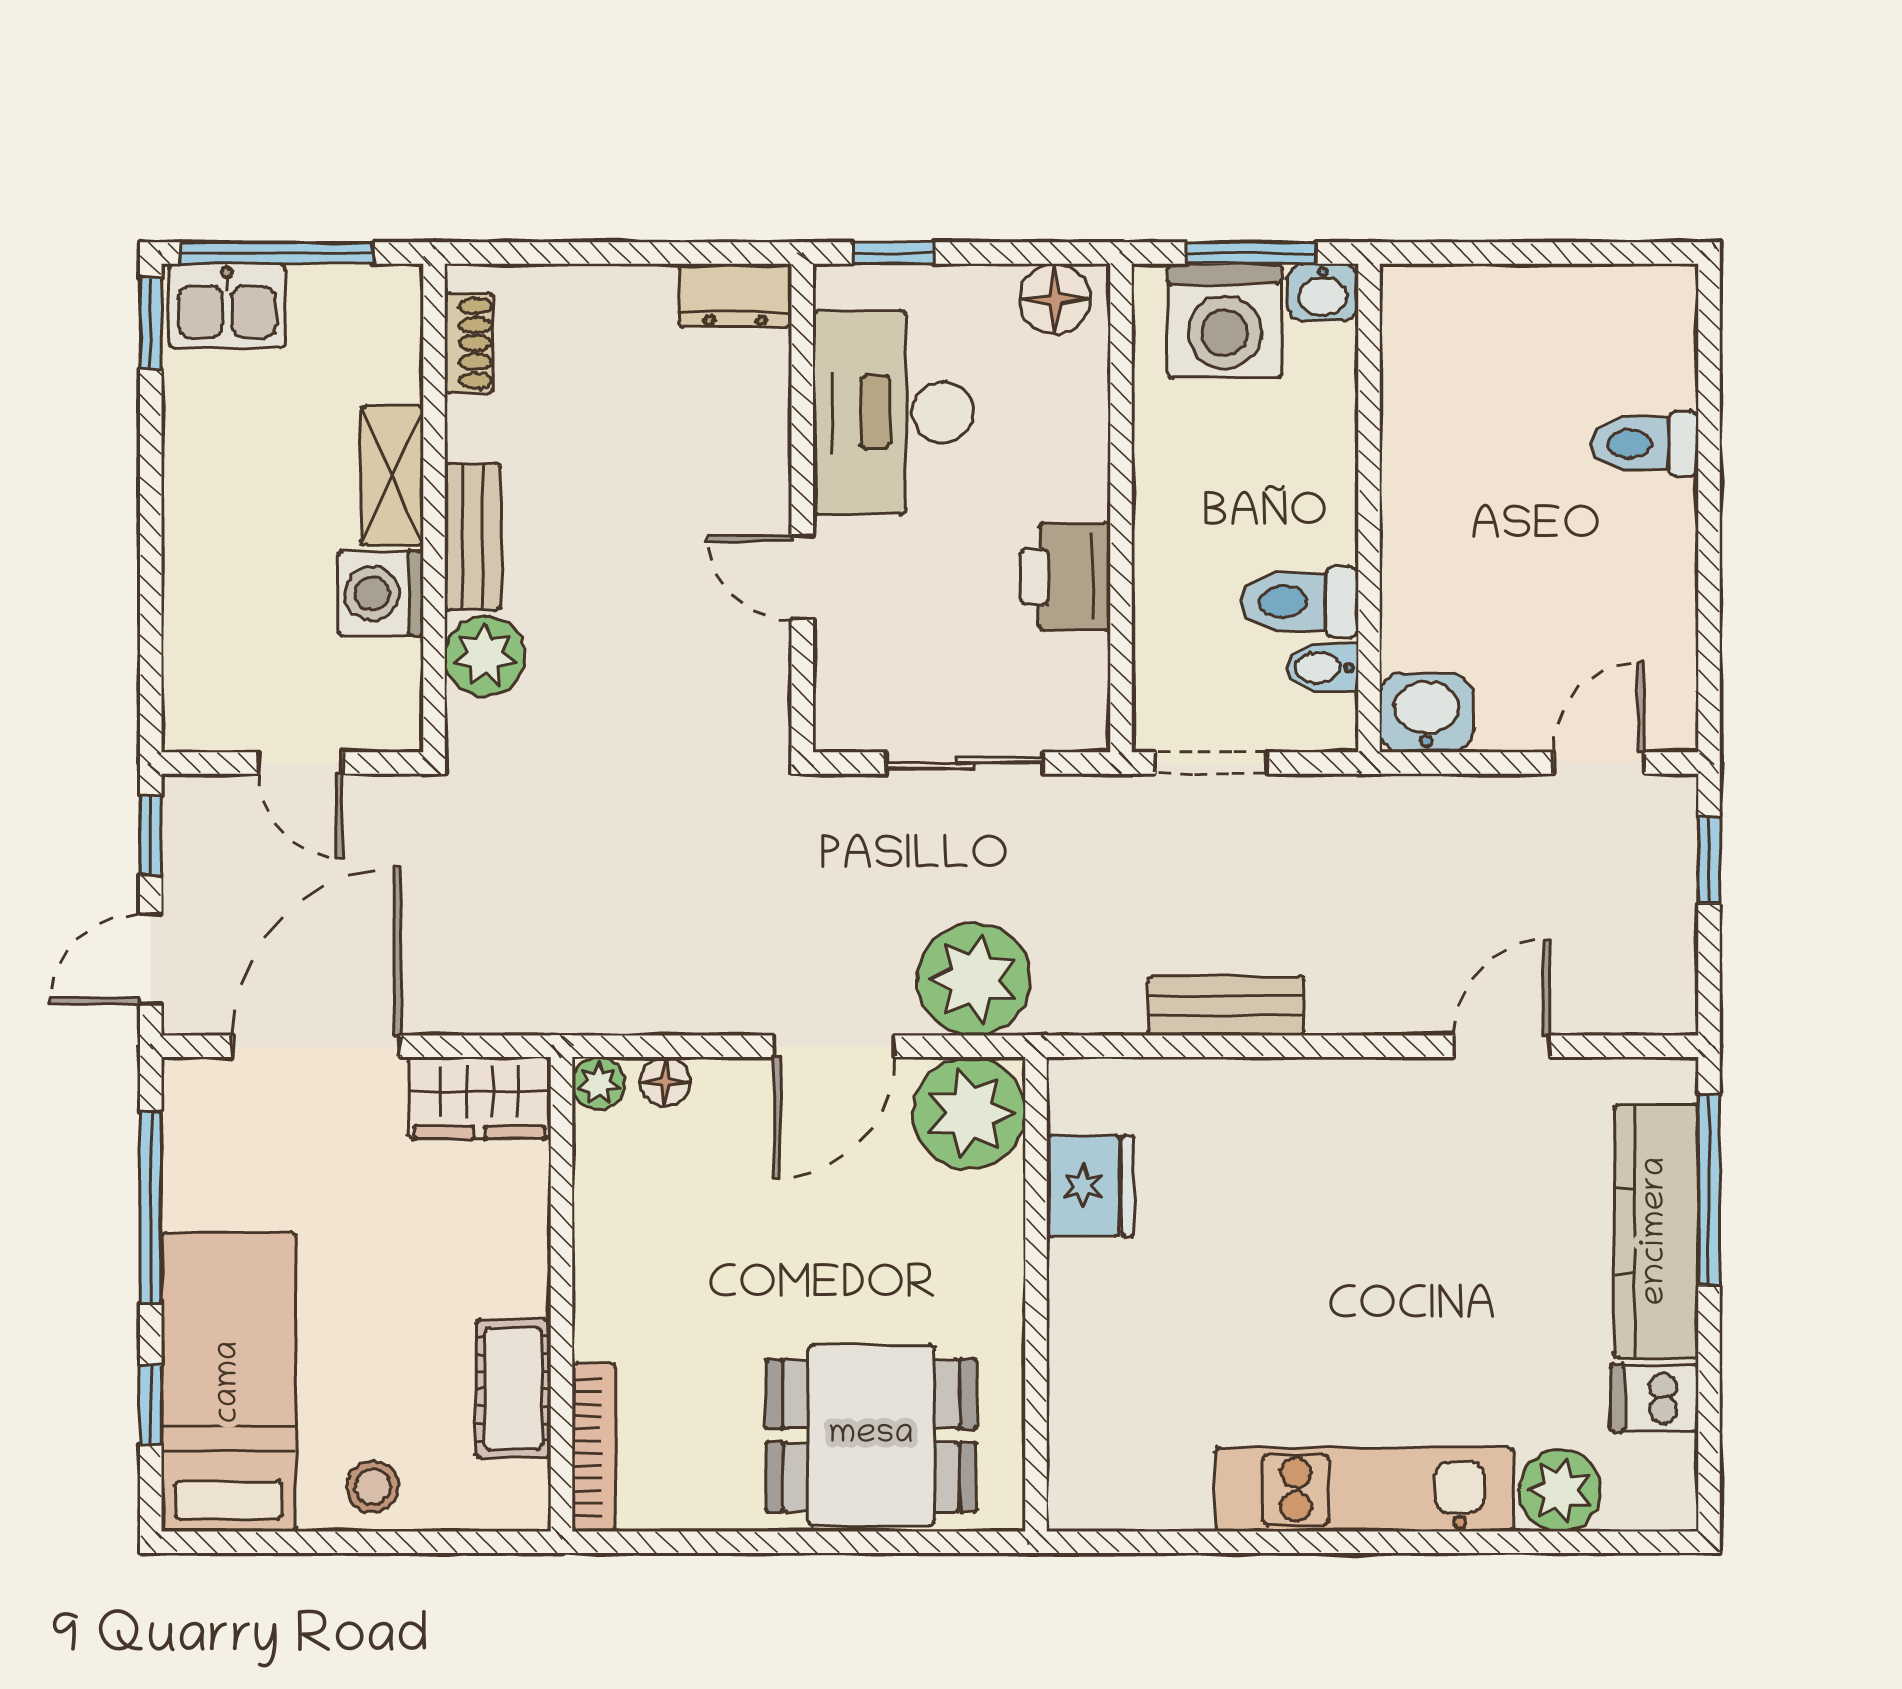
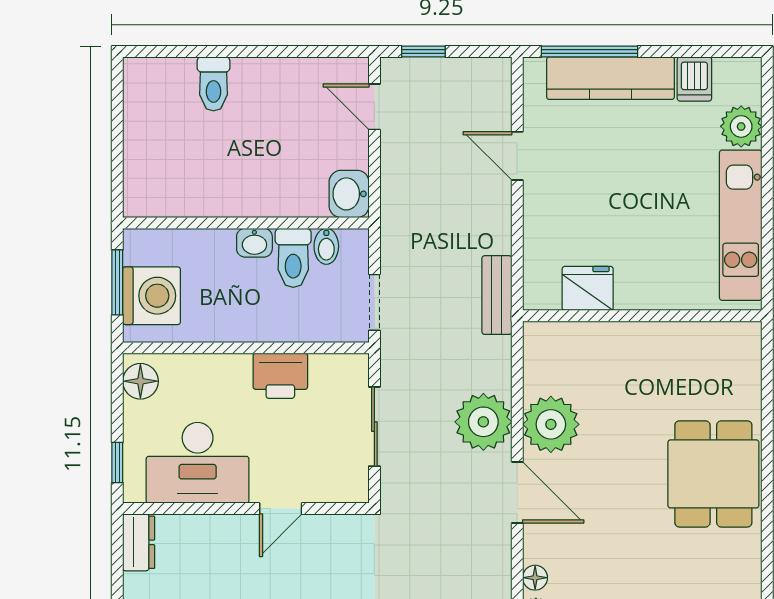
washbasin: (1323, 292) -> (254, 243), moved, turned 90
fridge: (1090, 1186) -> (588, 288), moved
wall: (1036, 1294) -> (642, 316), moved

